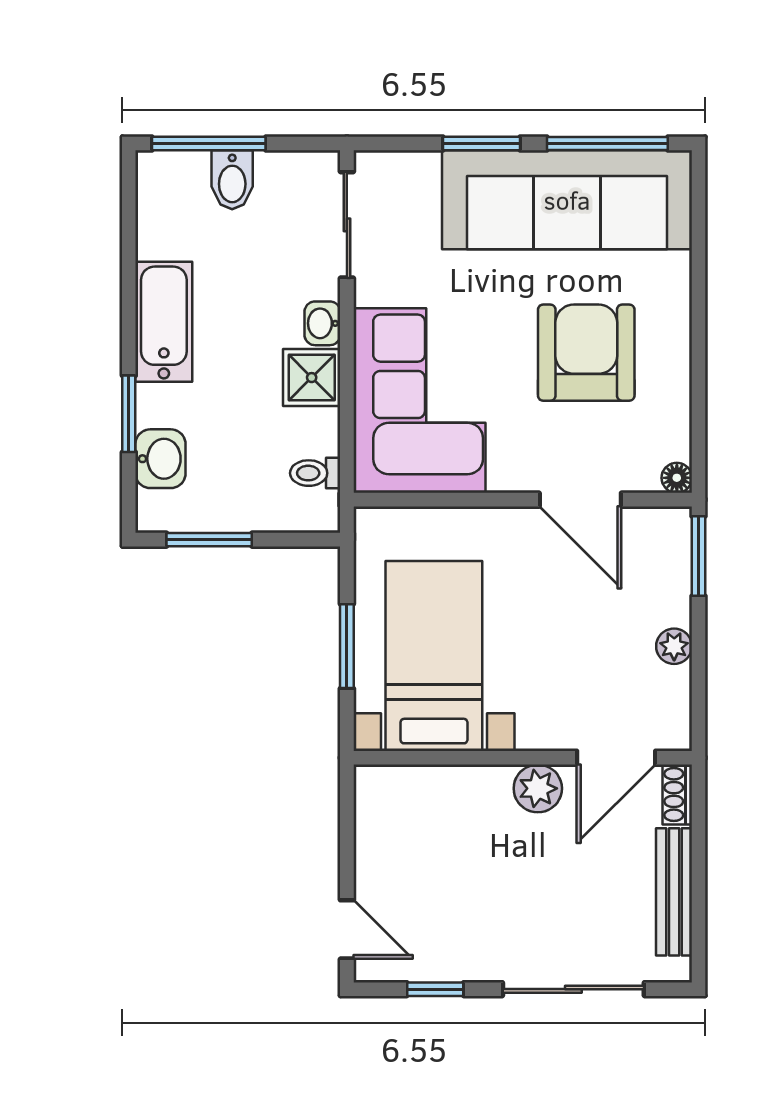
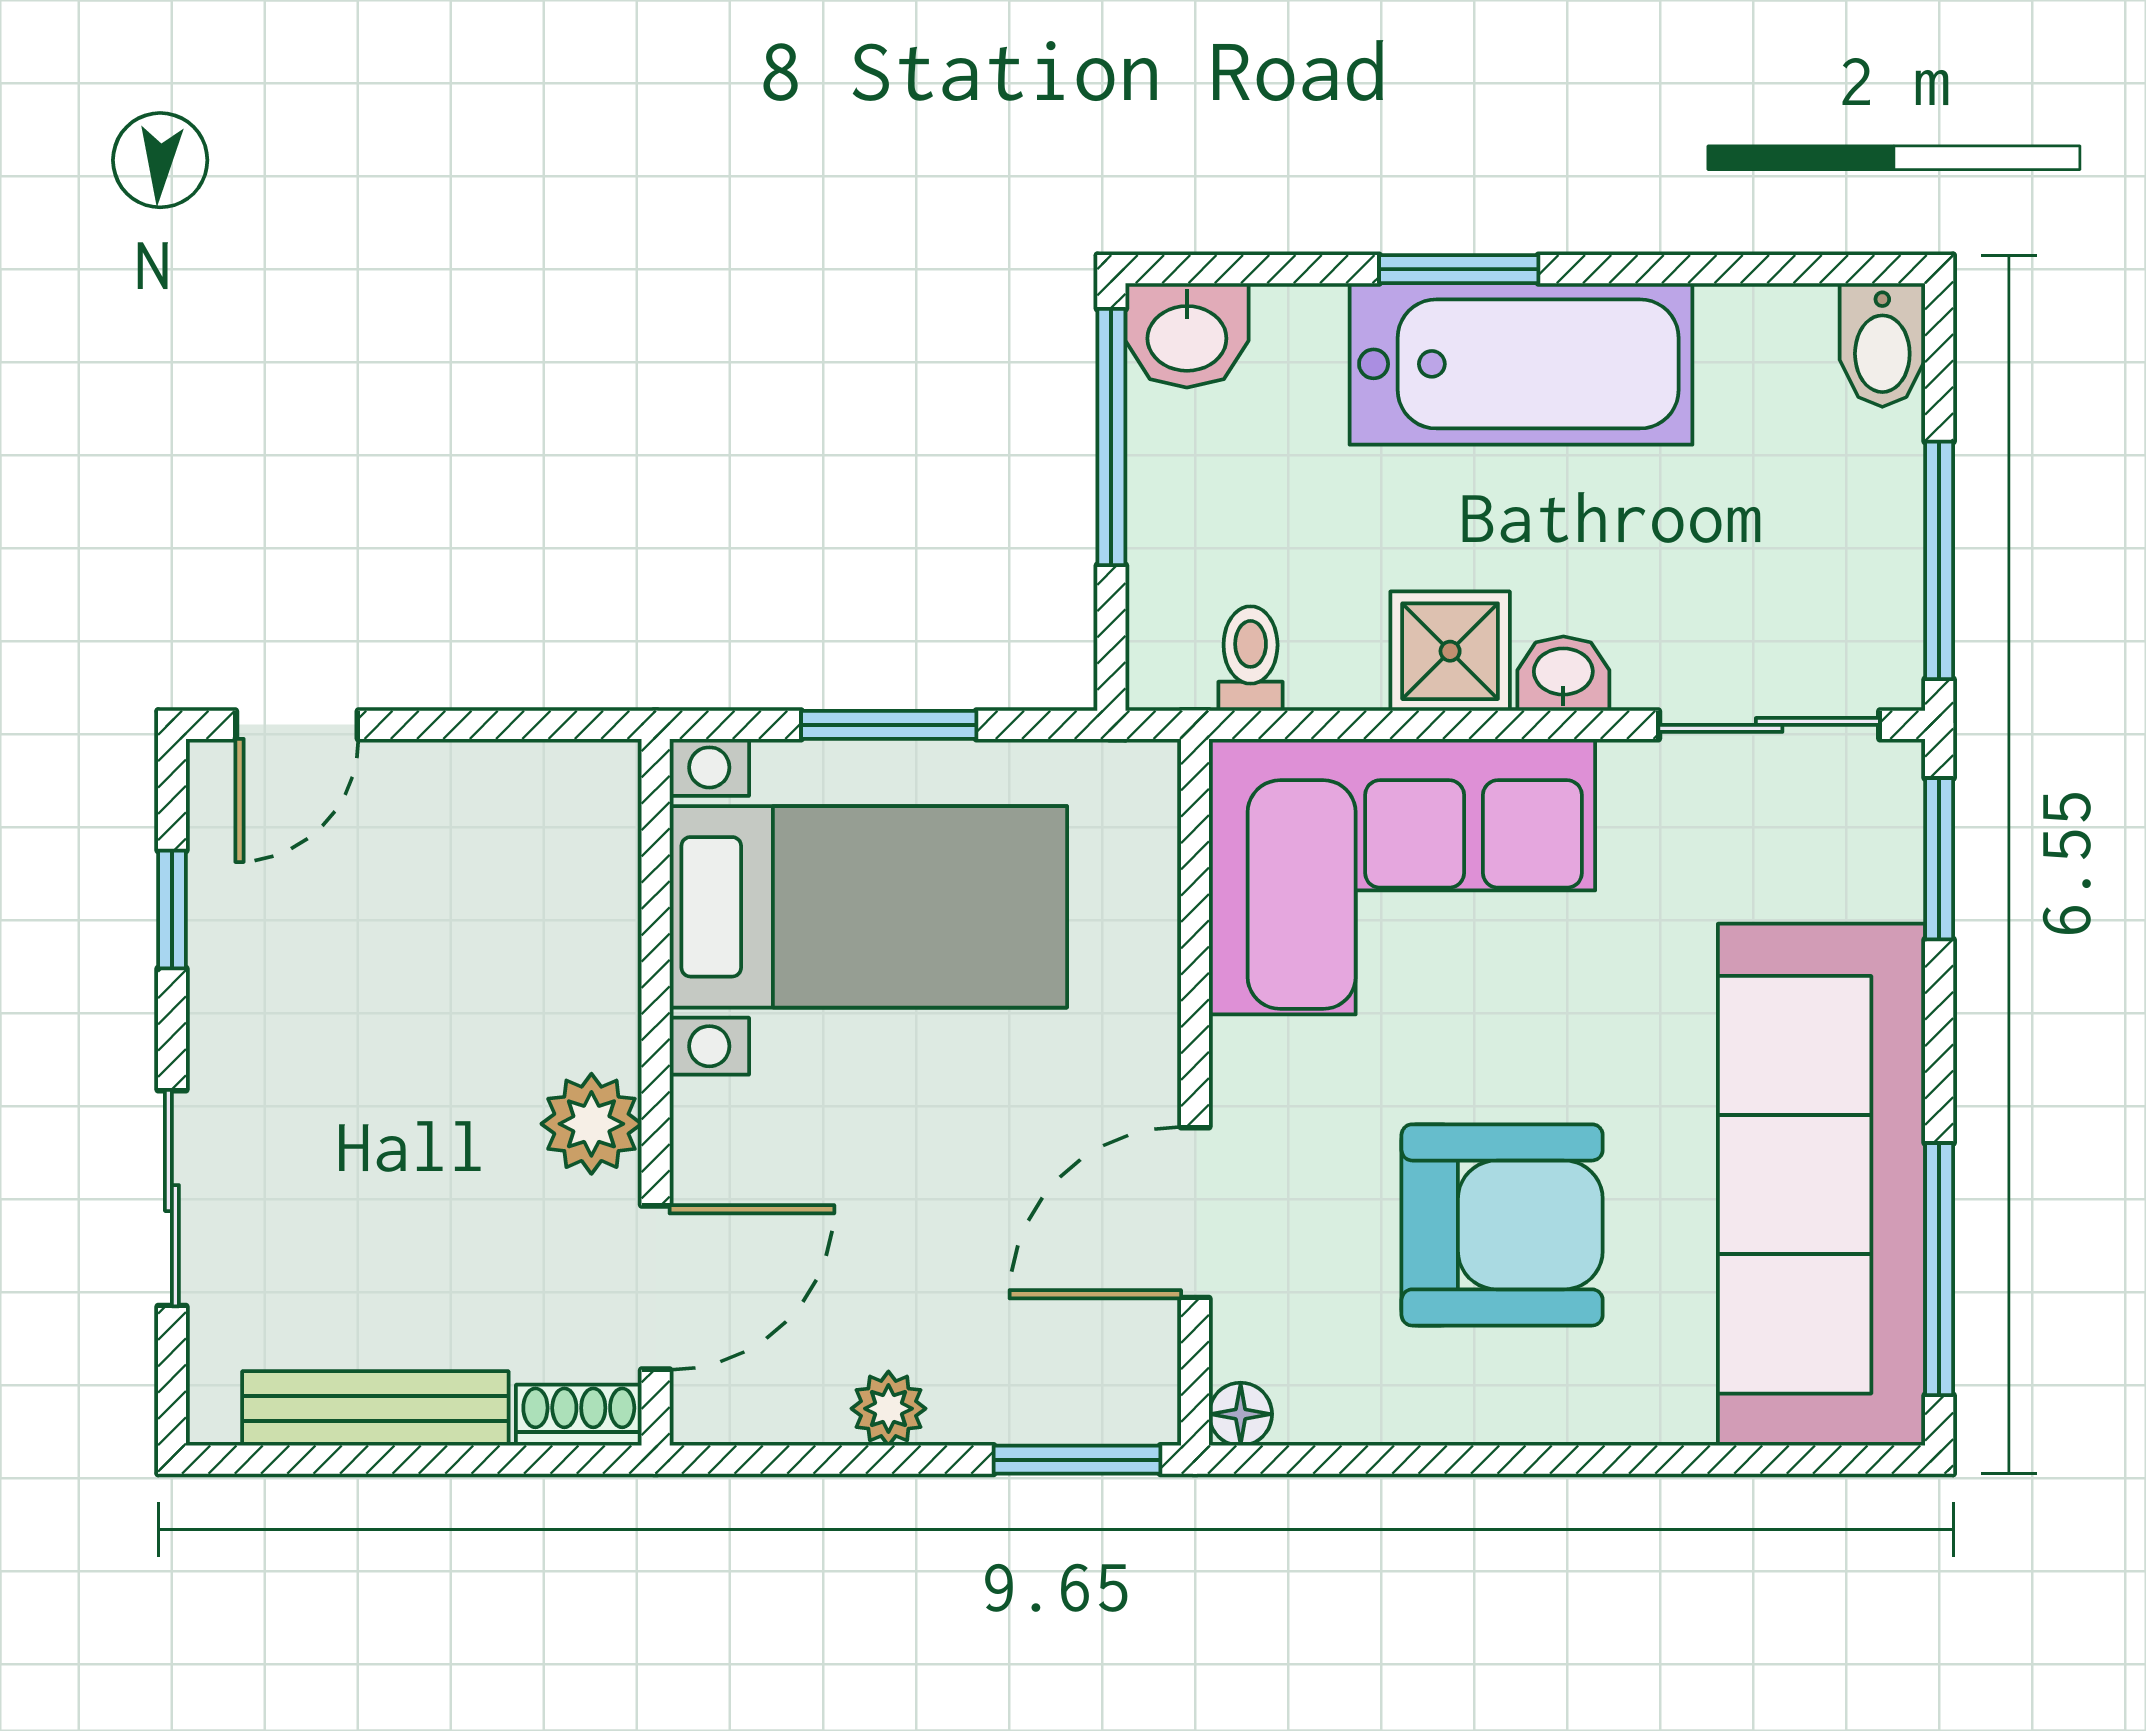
window: (209, 144) -> (1939, 560), moved
window: (482, 144) -> (1939, 859), moved
bidet: (232, 180) -> (1882, 345), moved, turned -90
bathtub: (164, 322) -> (1521, 364), width x1.36, depth x1.36
window: (129, 414) -> (1459, 269), moved
washbasin: (160, 459) -> (1187, 335), moved
window: (209, 540) -> (1111, 437), width x1.44
door: (616, 758) -> (656, 1287), swing flipped
sliding door: (573, 989) -> (172, 1198), width x0.73

